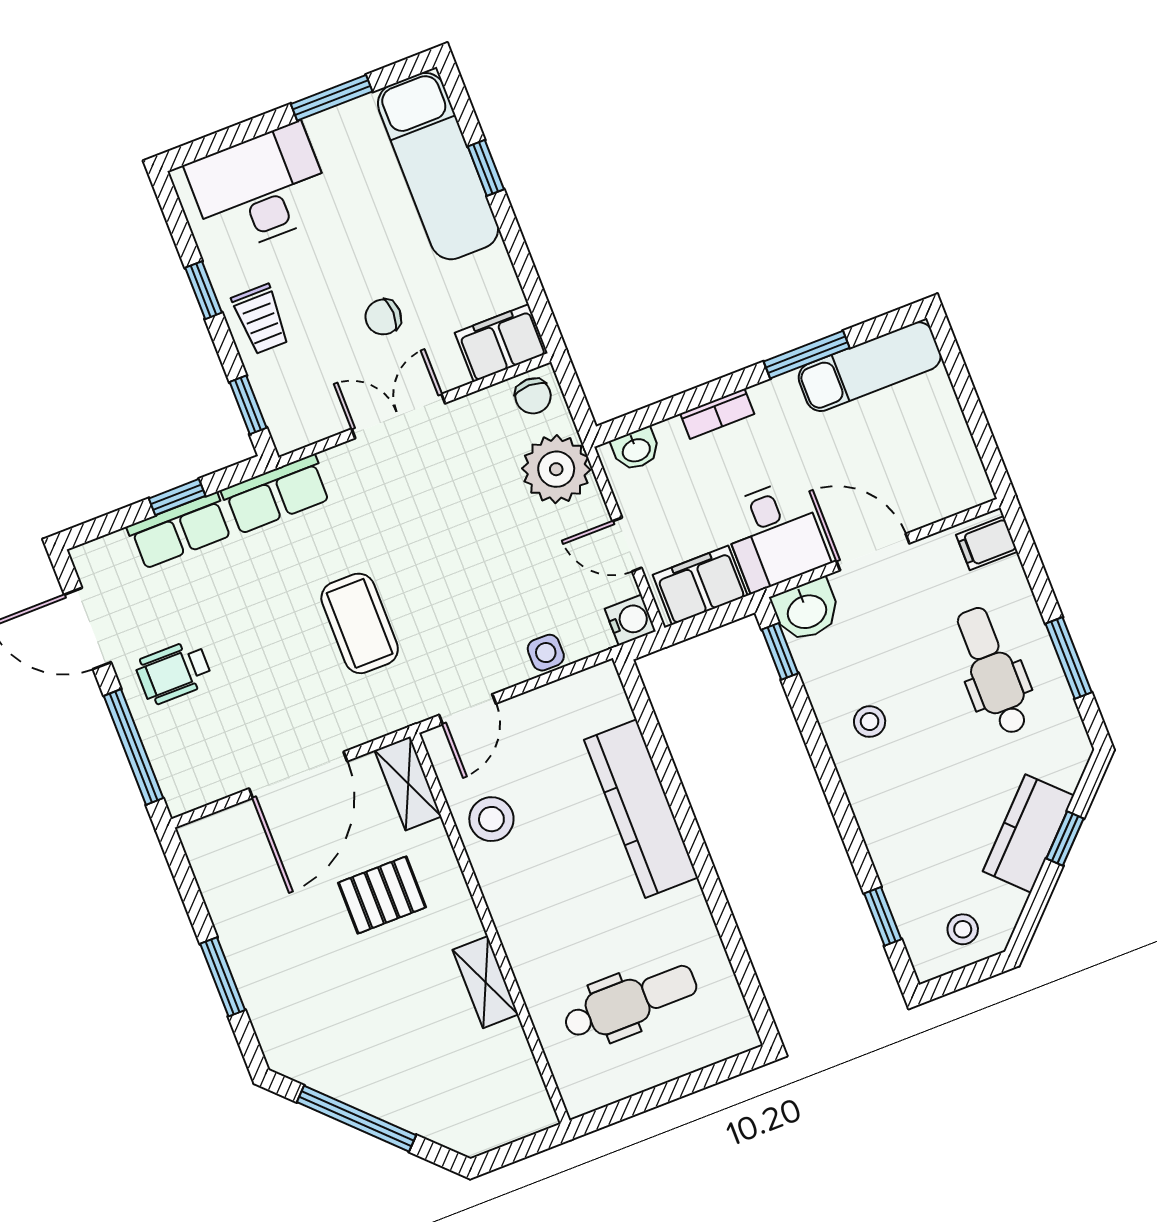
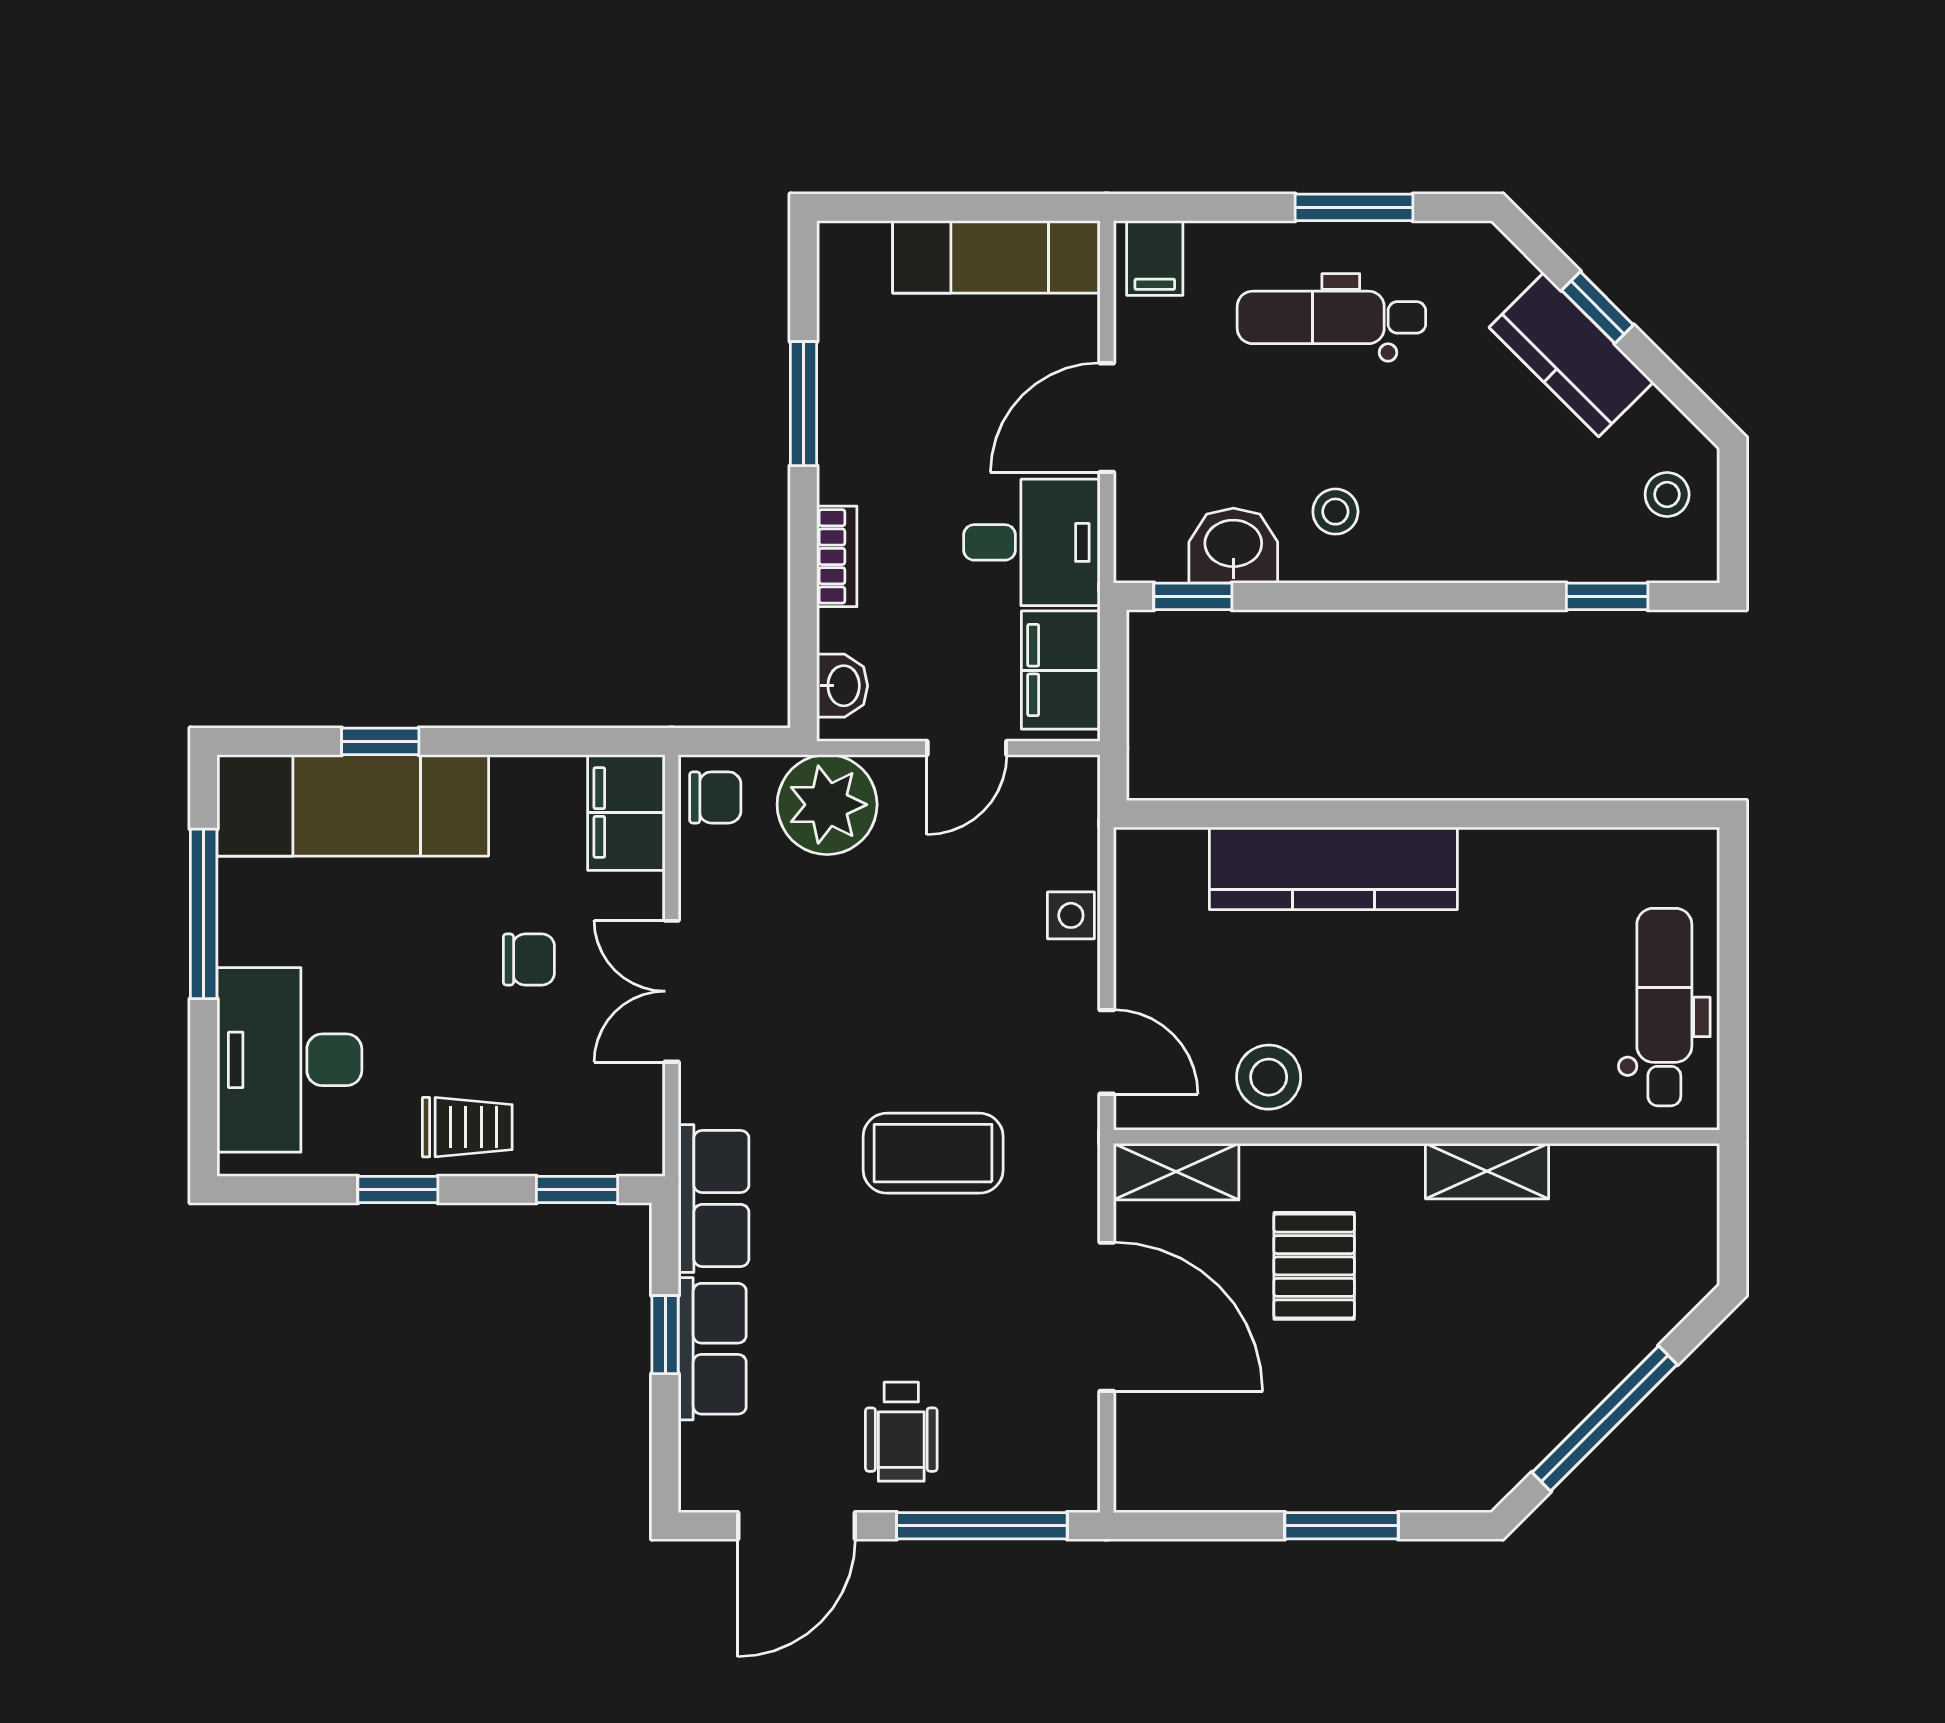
window: (332, 98) -> (204, 914), width x1.44
chair: (383, 317) -> (529, 960), turned -90
exam couch: (870, 367) -> (996, 257), moved, turned 90
washbasin: (806, 610) -> (1233, 546), moved, turned -90
water cooler: (630, 620) -> (1071, 783), removed
dental chair: (630, 1002) -> (1664, 1007), moved

